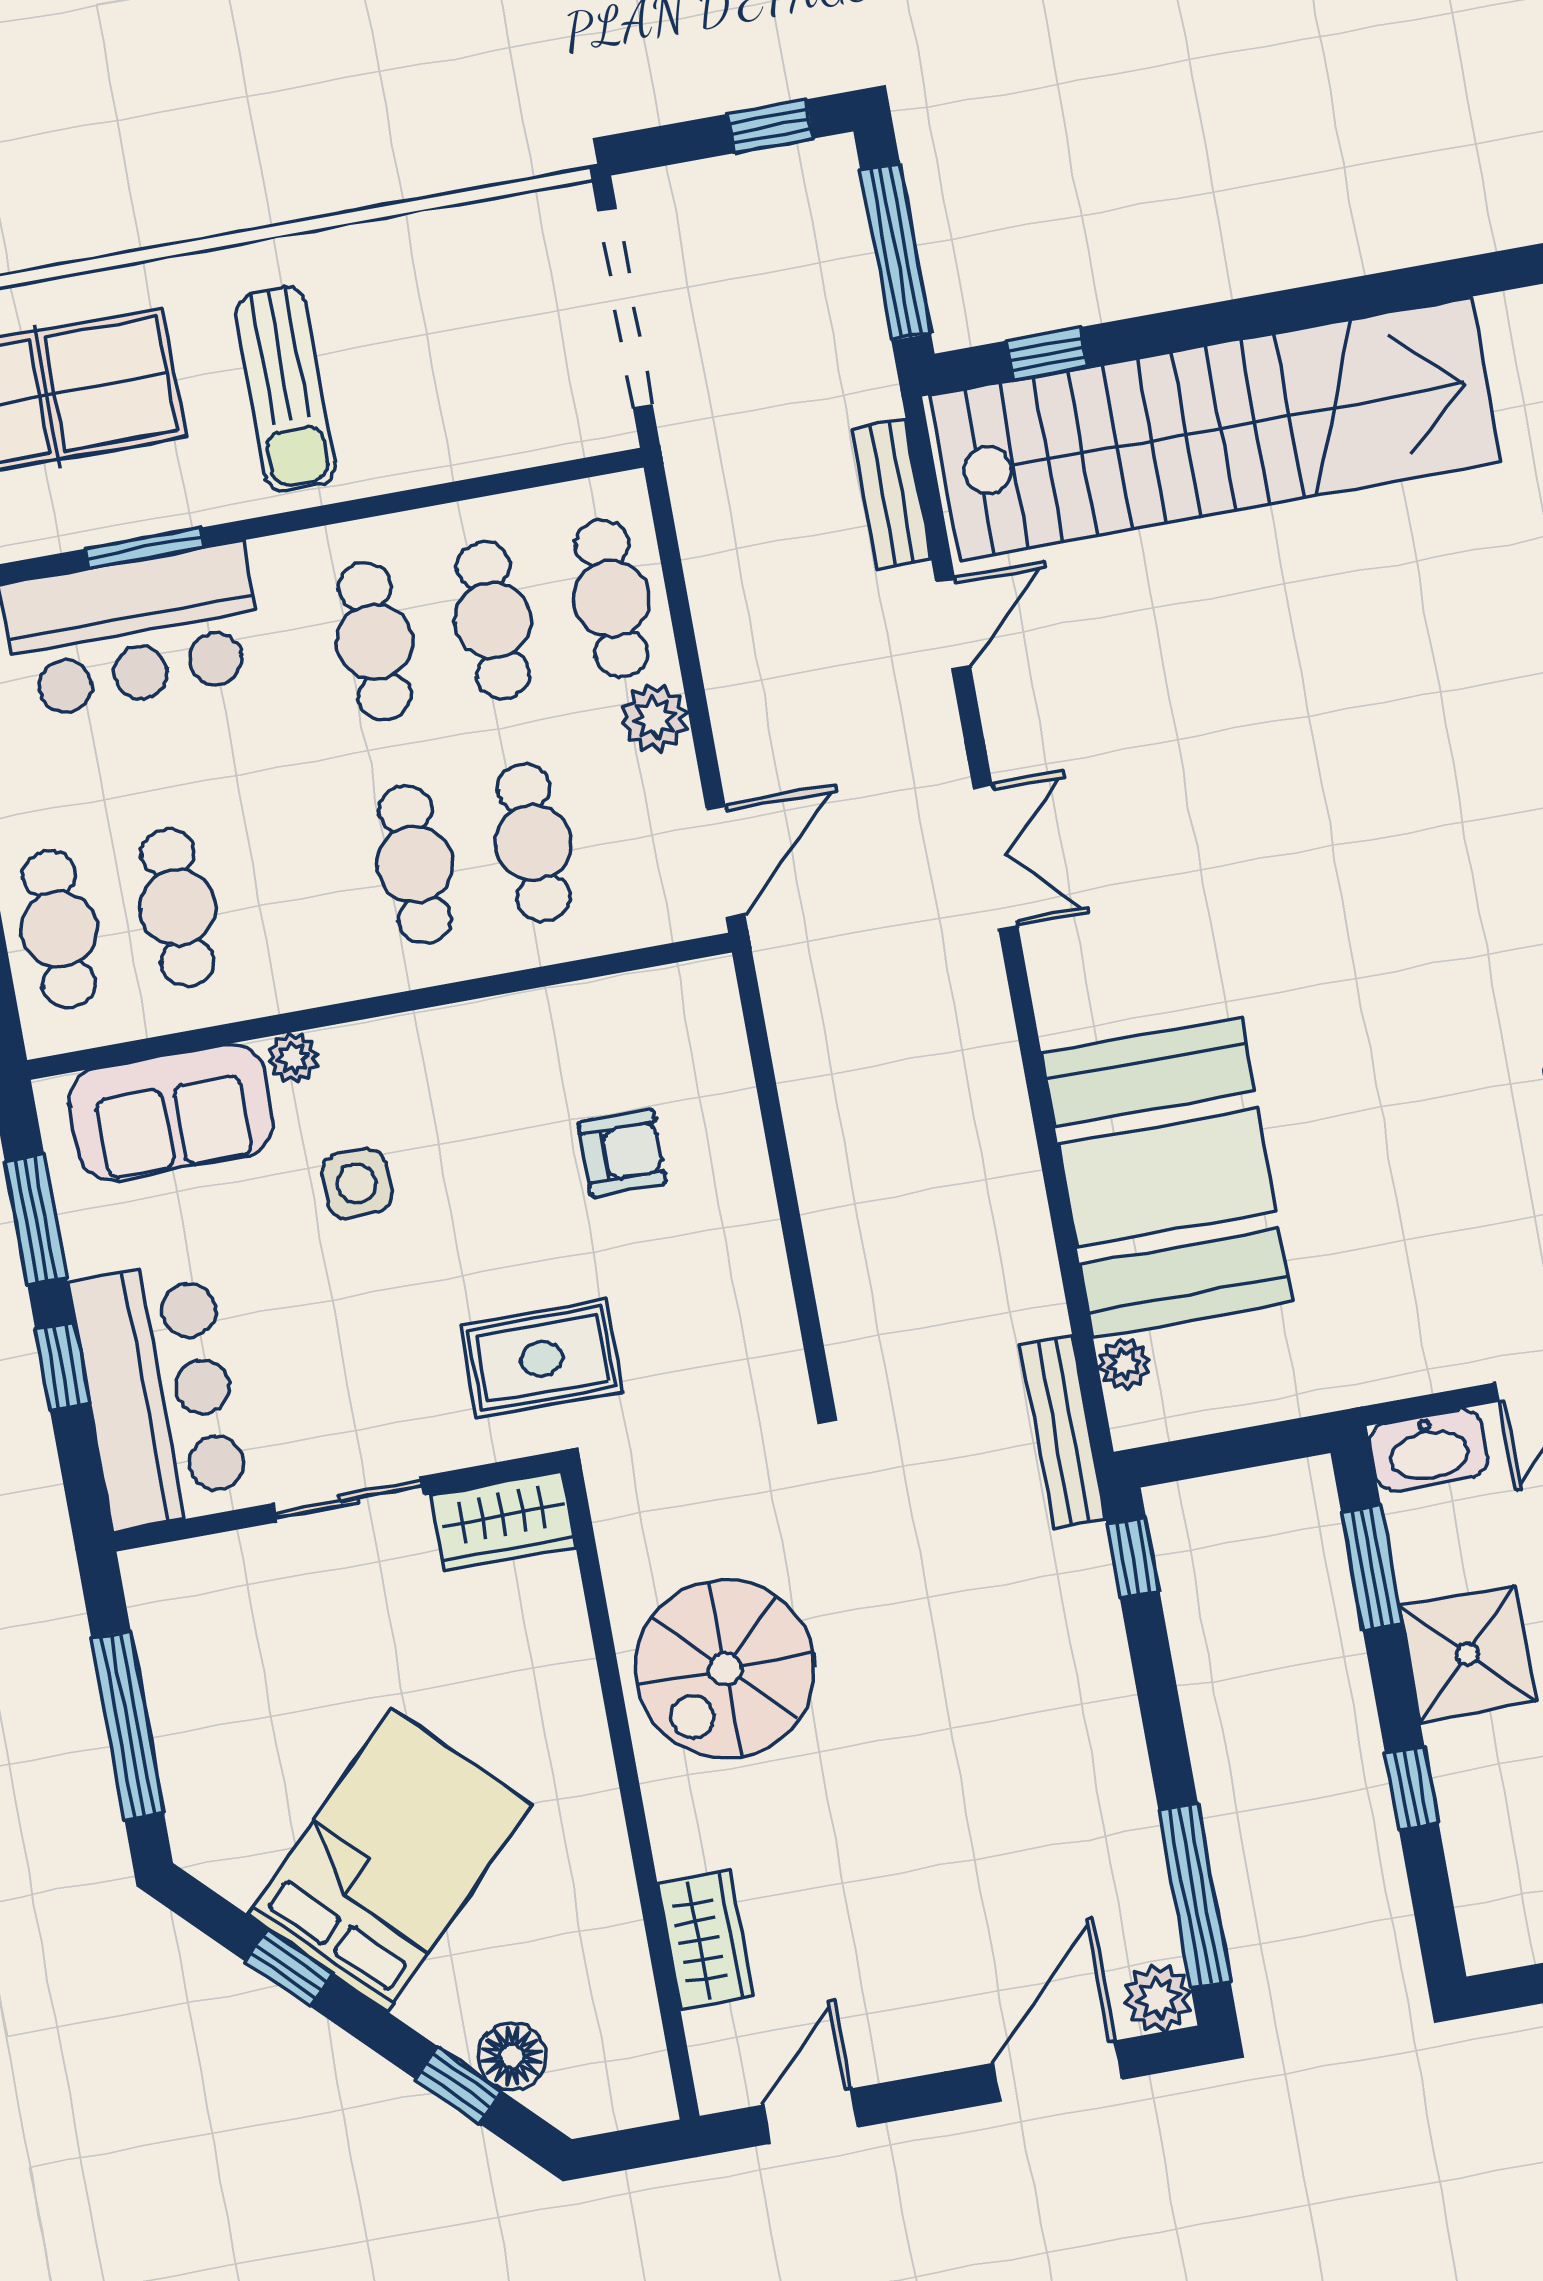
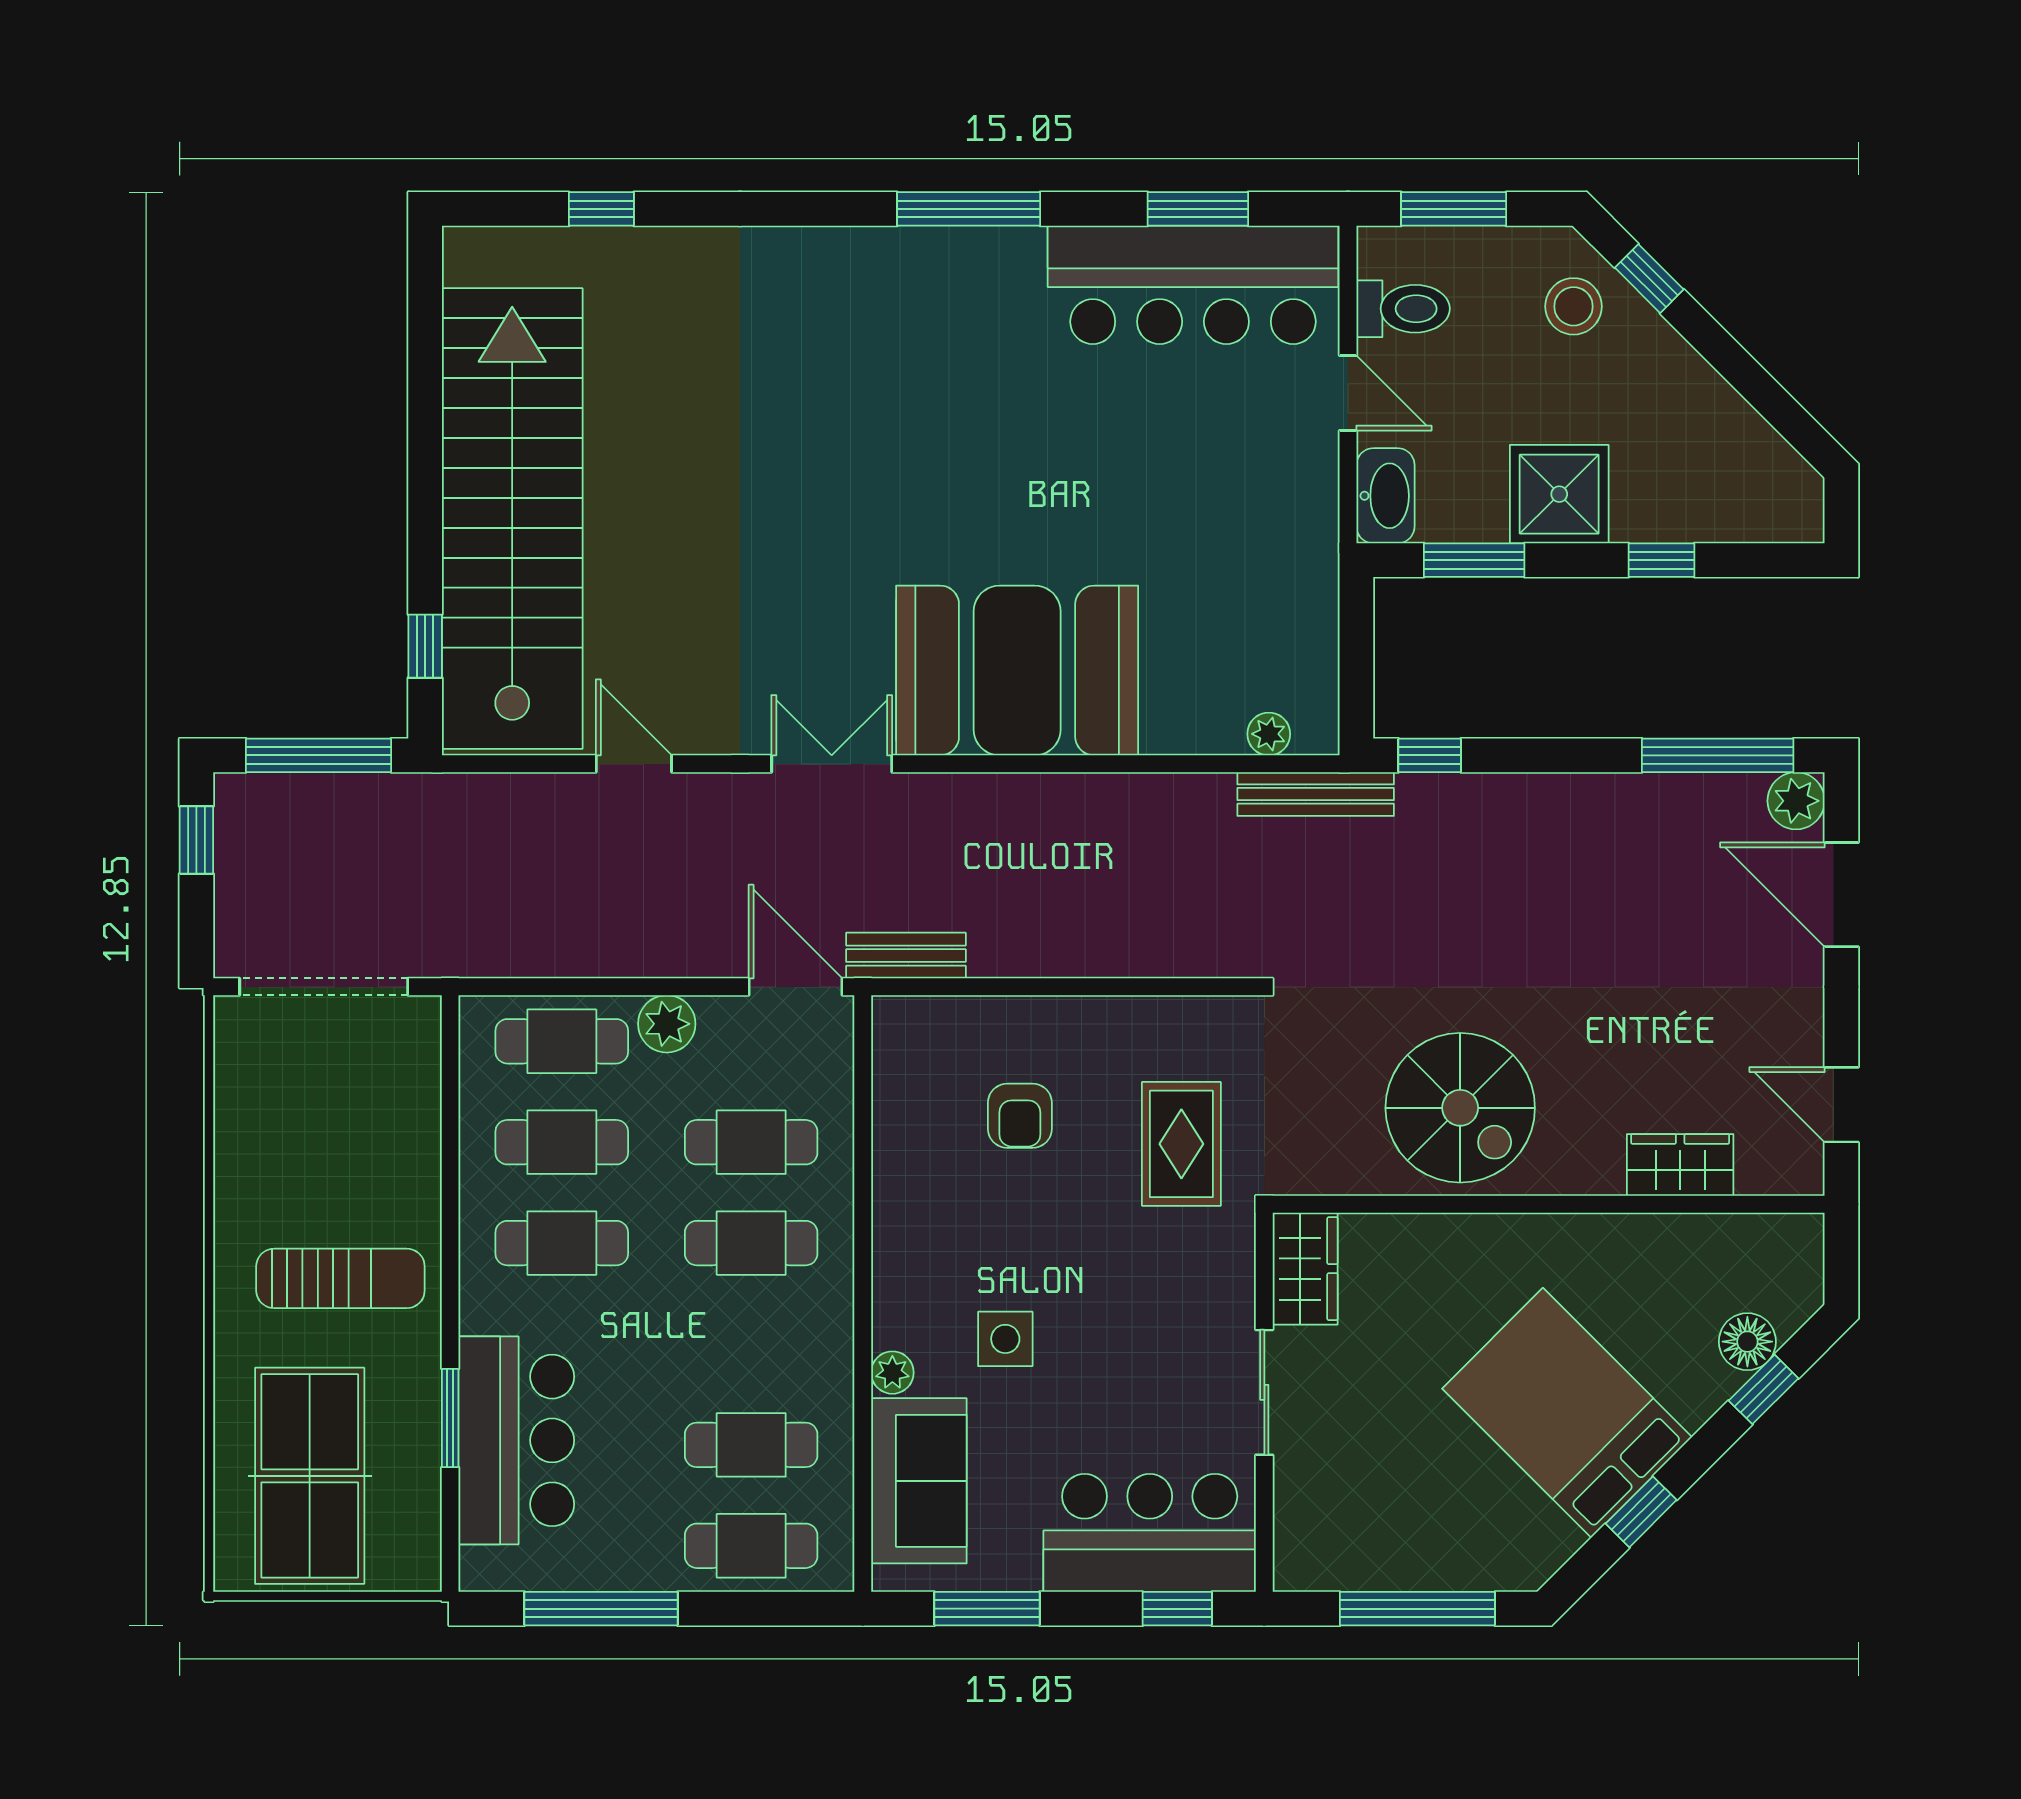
bench: (892, 494) -> (906, 956), moved
armchair: (622, 1153) -> (1020, 1116), turned 180
booth: (1167, 1178) -> (1017, 670), moved
rug: (542, 1359) -> (1181, 1144), moved
window: (62, 1367) -> (1177, 1609), moved

